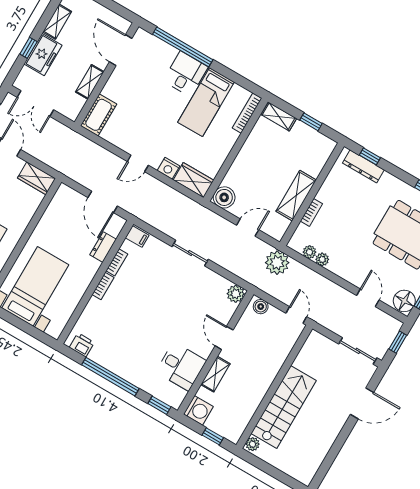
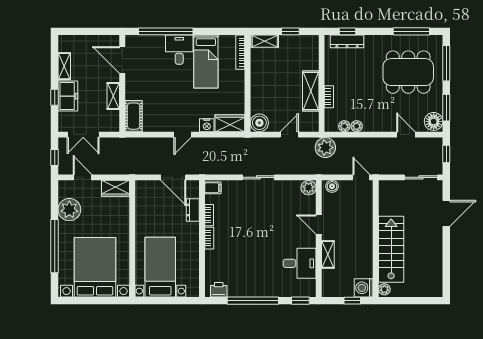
washing machine: (198, 410) -> (364, 288), moved, turned 180

